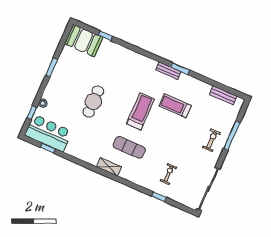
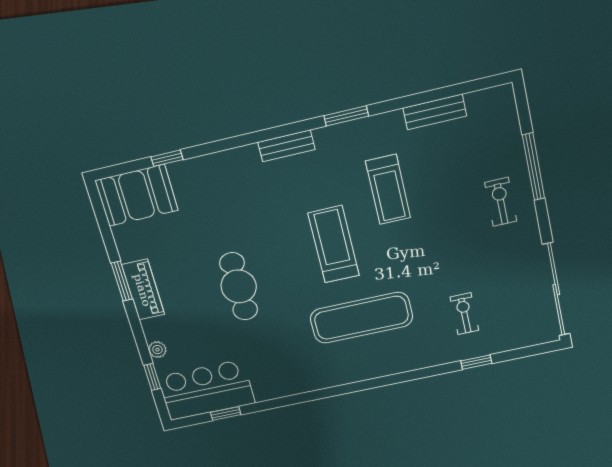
bench: (169, 71) -> (286, 146), moved
piano: (57, 76) -> (143, 290), added
bench: (223, 95) -> (435, 112), moved
treadmill: (175, 106) -> (388, 190), turned -90
exercise mat: (129, 147) -> (361, 318), width x1.36, depth x1.45
shelving: (109, 167) -> (351, 373), removed

